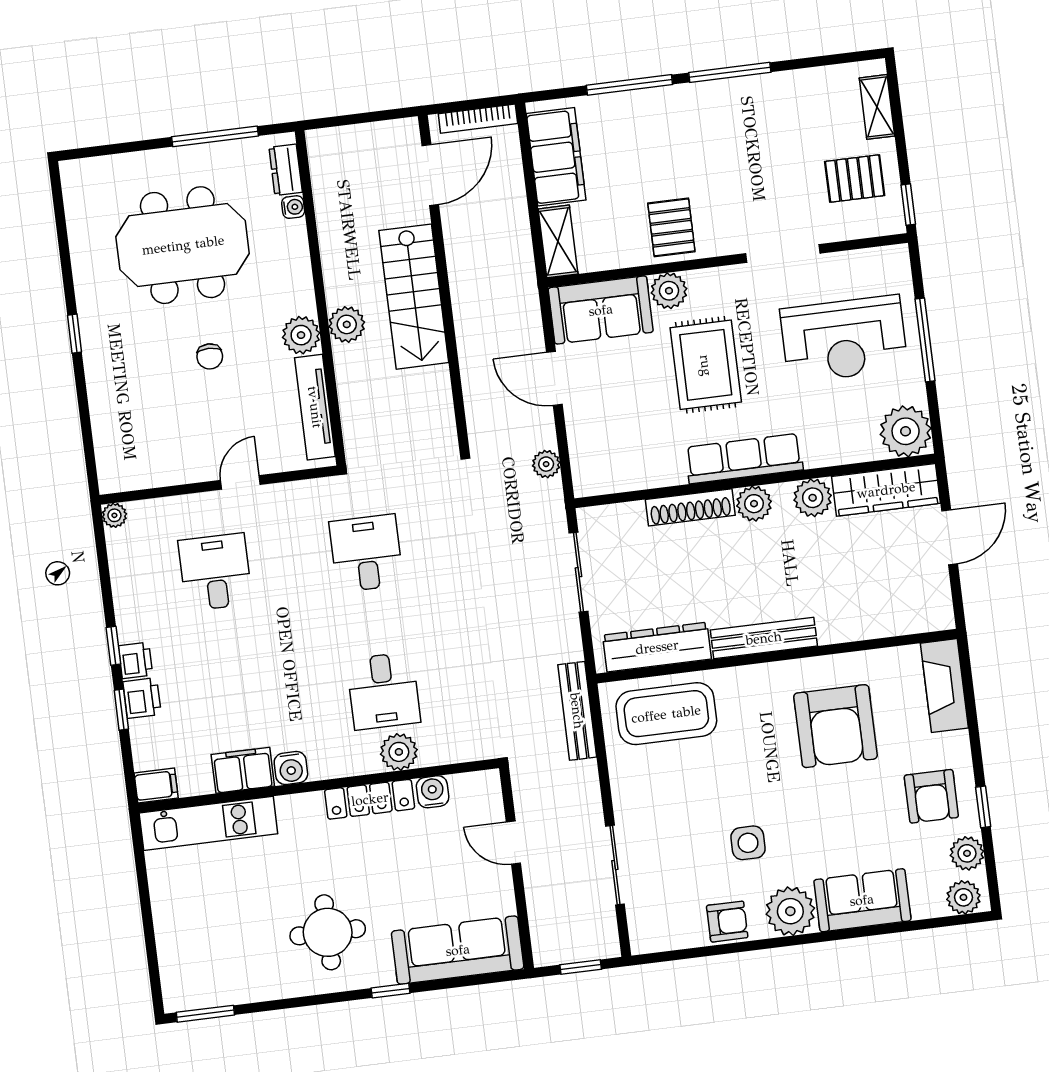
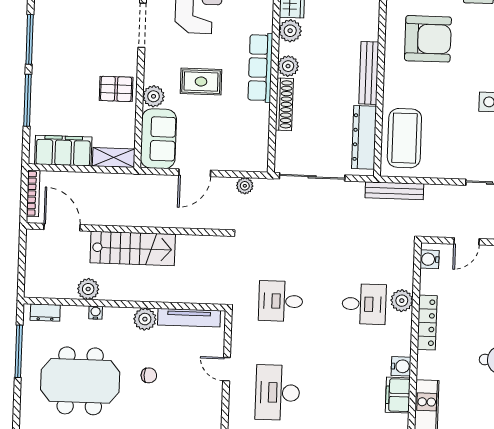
water cooler: (293, 207) -> (96, 313), moved
meeting table: (183, 245) -> (80, 381), turned 90
plant: (347, 324) -> (88, 289), moved
rug: (706, 365) -> (201, 82), width x0.73, depth x0.70
desk: (215, 572) -> (277, 393), width x1.37
sliding door: (578, 572) -> (312, 177), width x1.37
water cooler: (433, 792) -> (430, 259), moved

